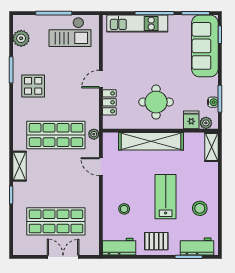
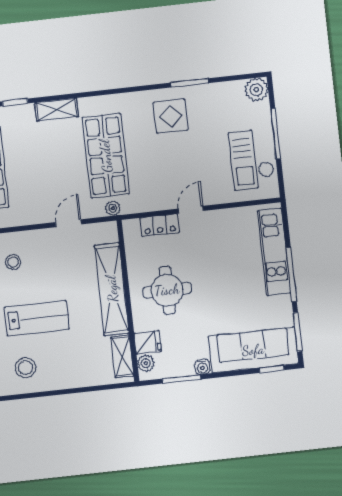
plant: (21, 38) -> (256, 90), moved
door: (101, 79) -> (191, 210), hinge flipped
water cooler: (213, 102) -> (202, 367), moved
shelving: (211, 147) -> (122, 356), moved, turned 90

